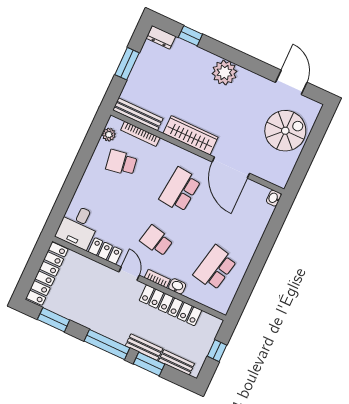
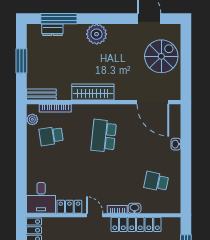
window: (190, 36) -> (59, 19), width x2.17
dresser: (161, 37) -> (52, 30), moved
bench: (138, 114) -> (41, 95), width x0.73
door: (231, 168) -> (153, 102), moved
washbasin: (274, 198) -> (176, 144), moved
school desk: (156, 241) -> (104, 182), removed
school desk: (215, 268) -> (156, 182), width x0.54

